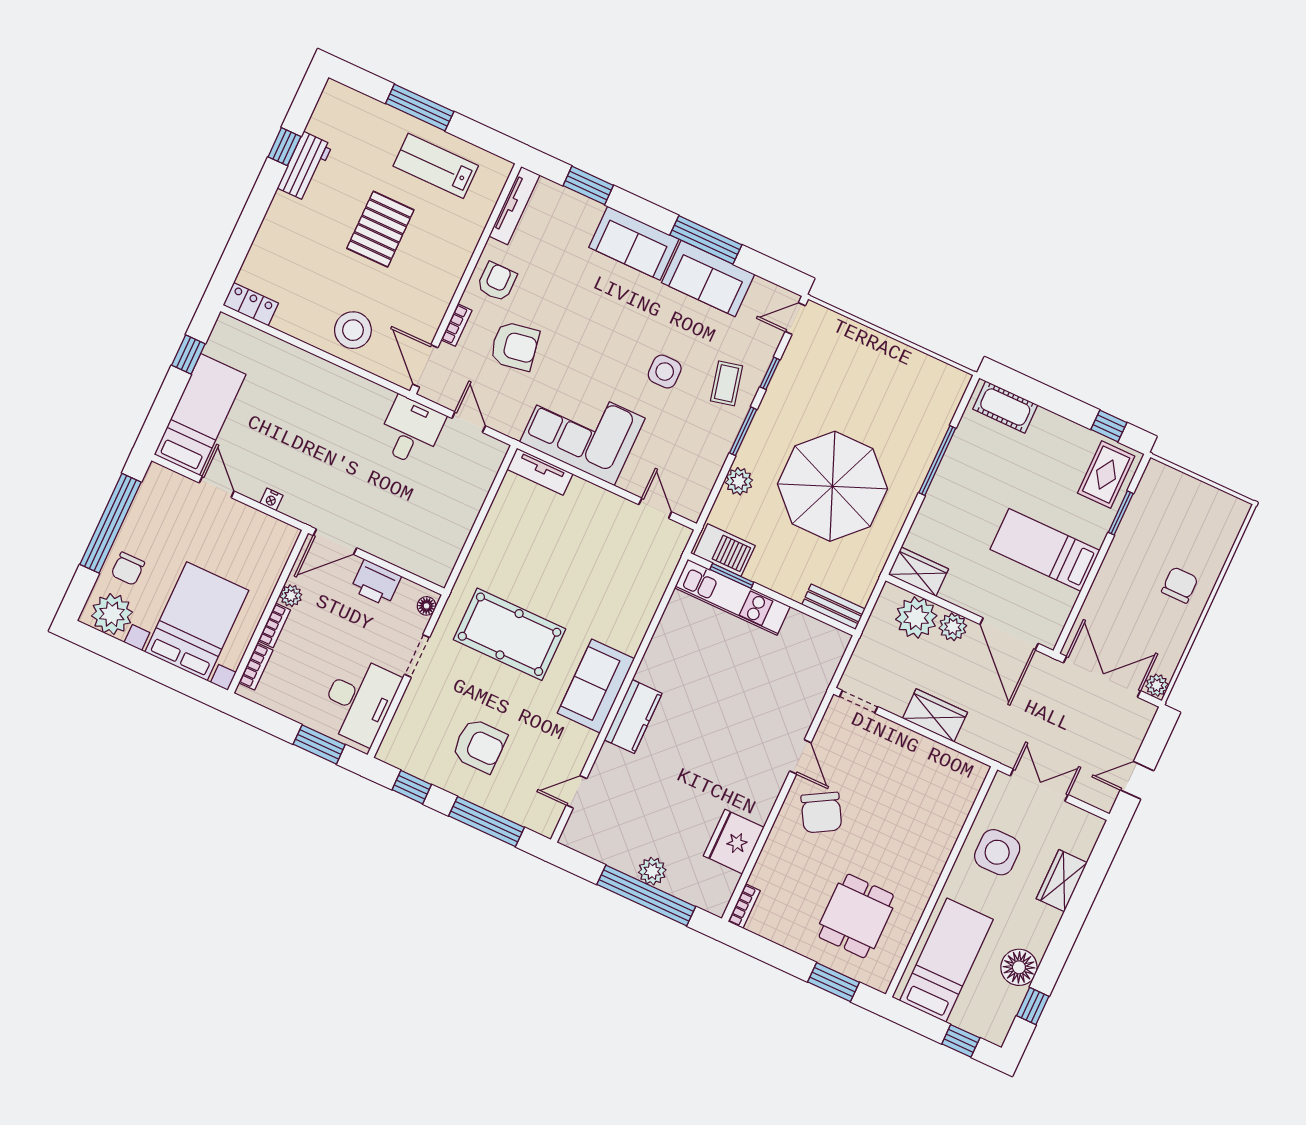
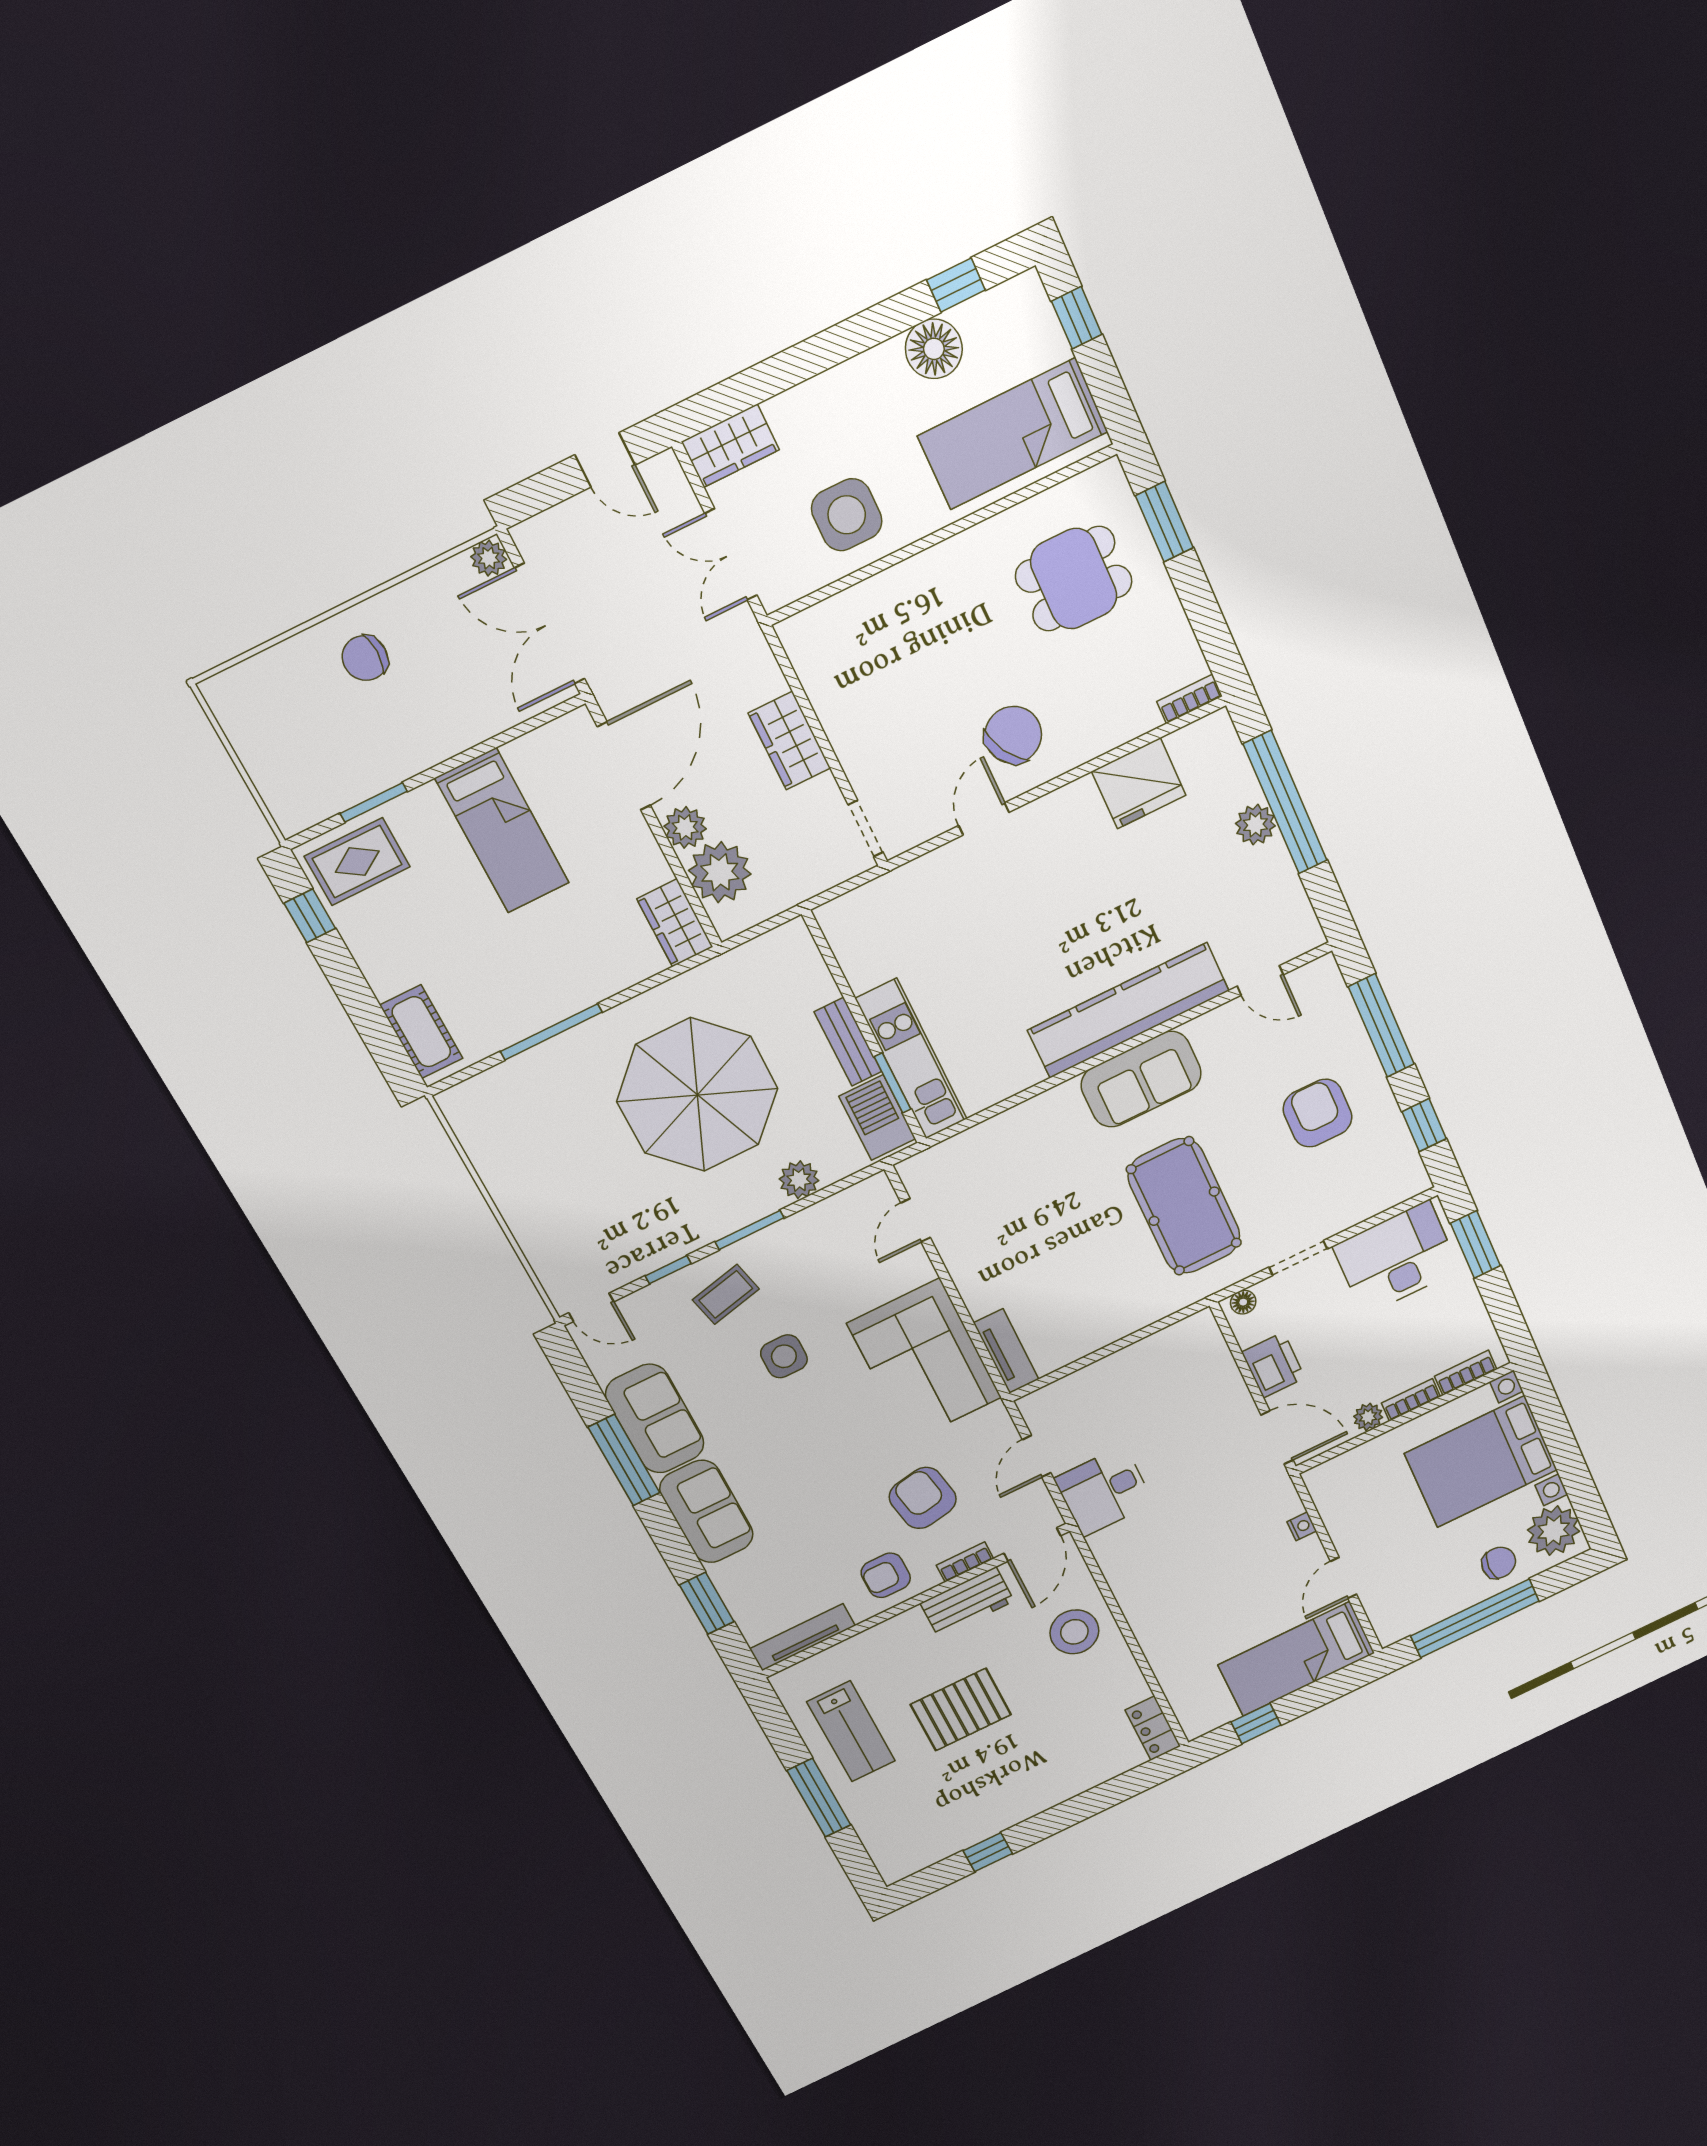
workbench: (305, 166) -> (967, 1602), moved, turned 180
bench: (833, 607) -> (848, 1042), moved
kitchen counter: (633, 717) -> (1128, 1010), width x2.08, depth x1.17
wardrobe: (1062, 881) -> (730, 446), moved

